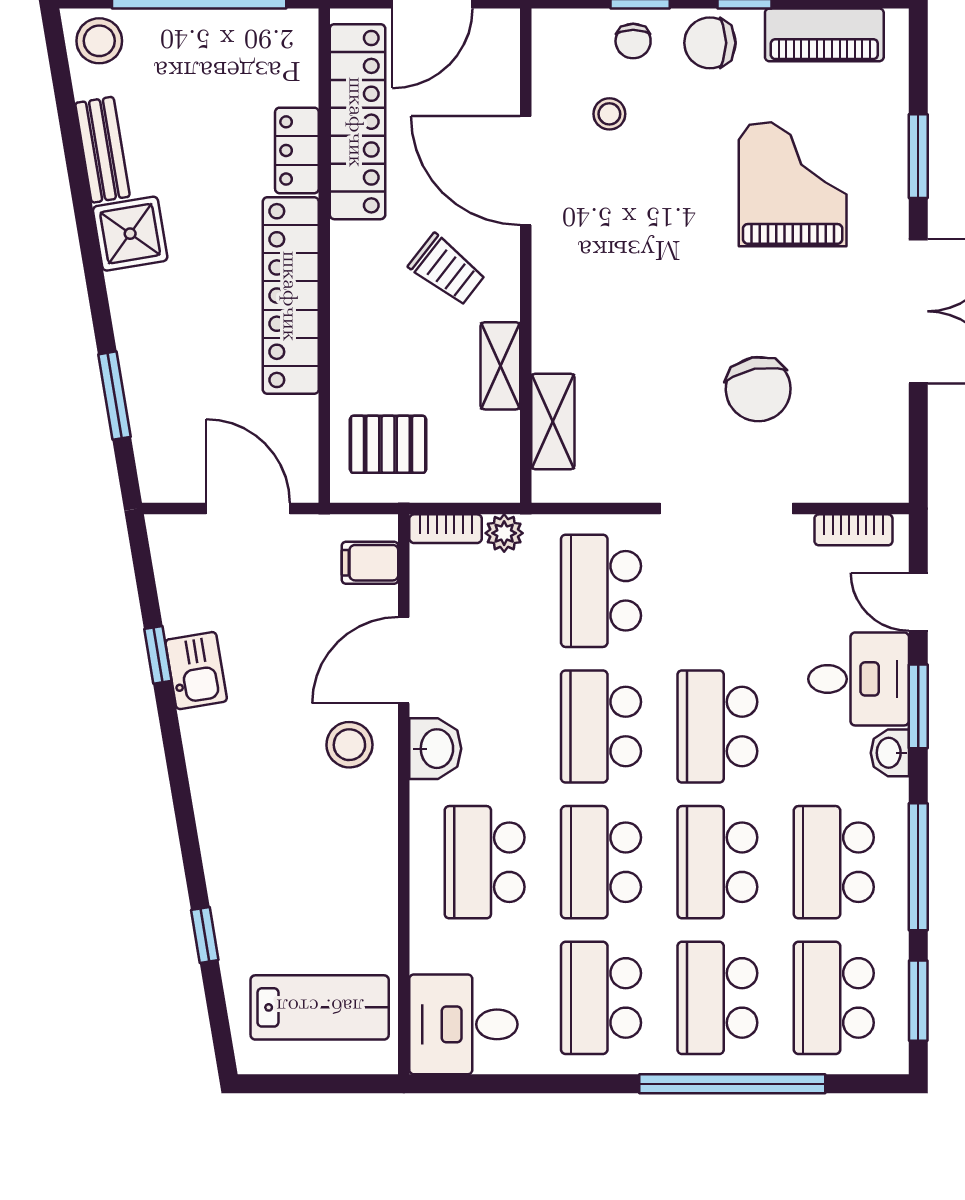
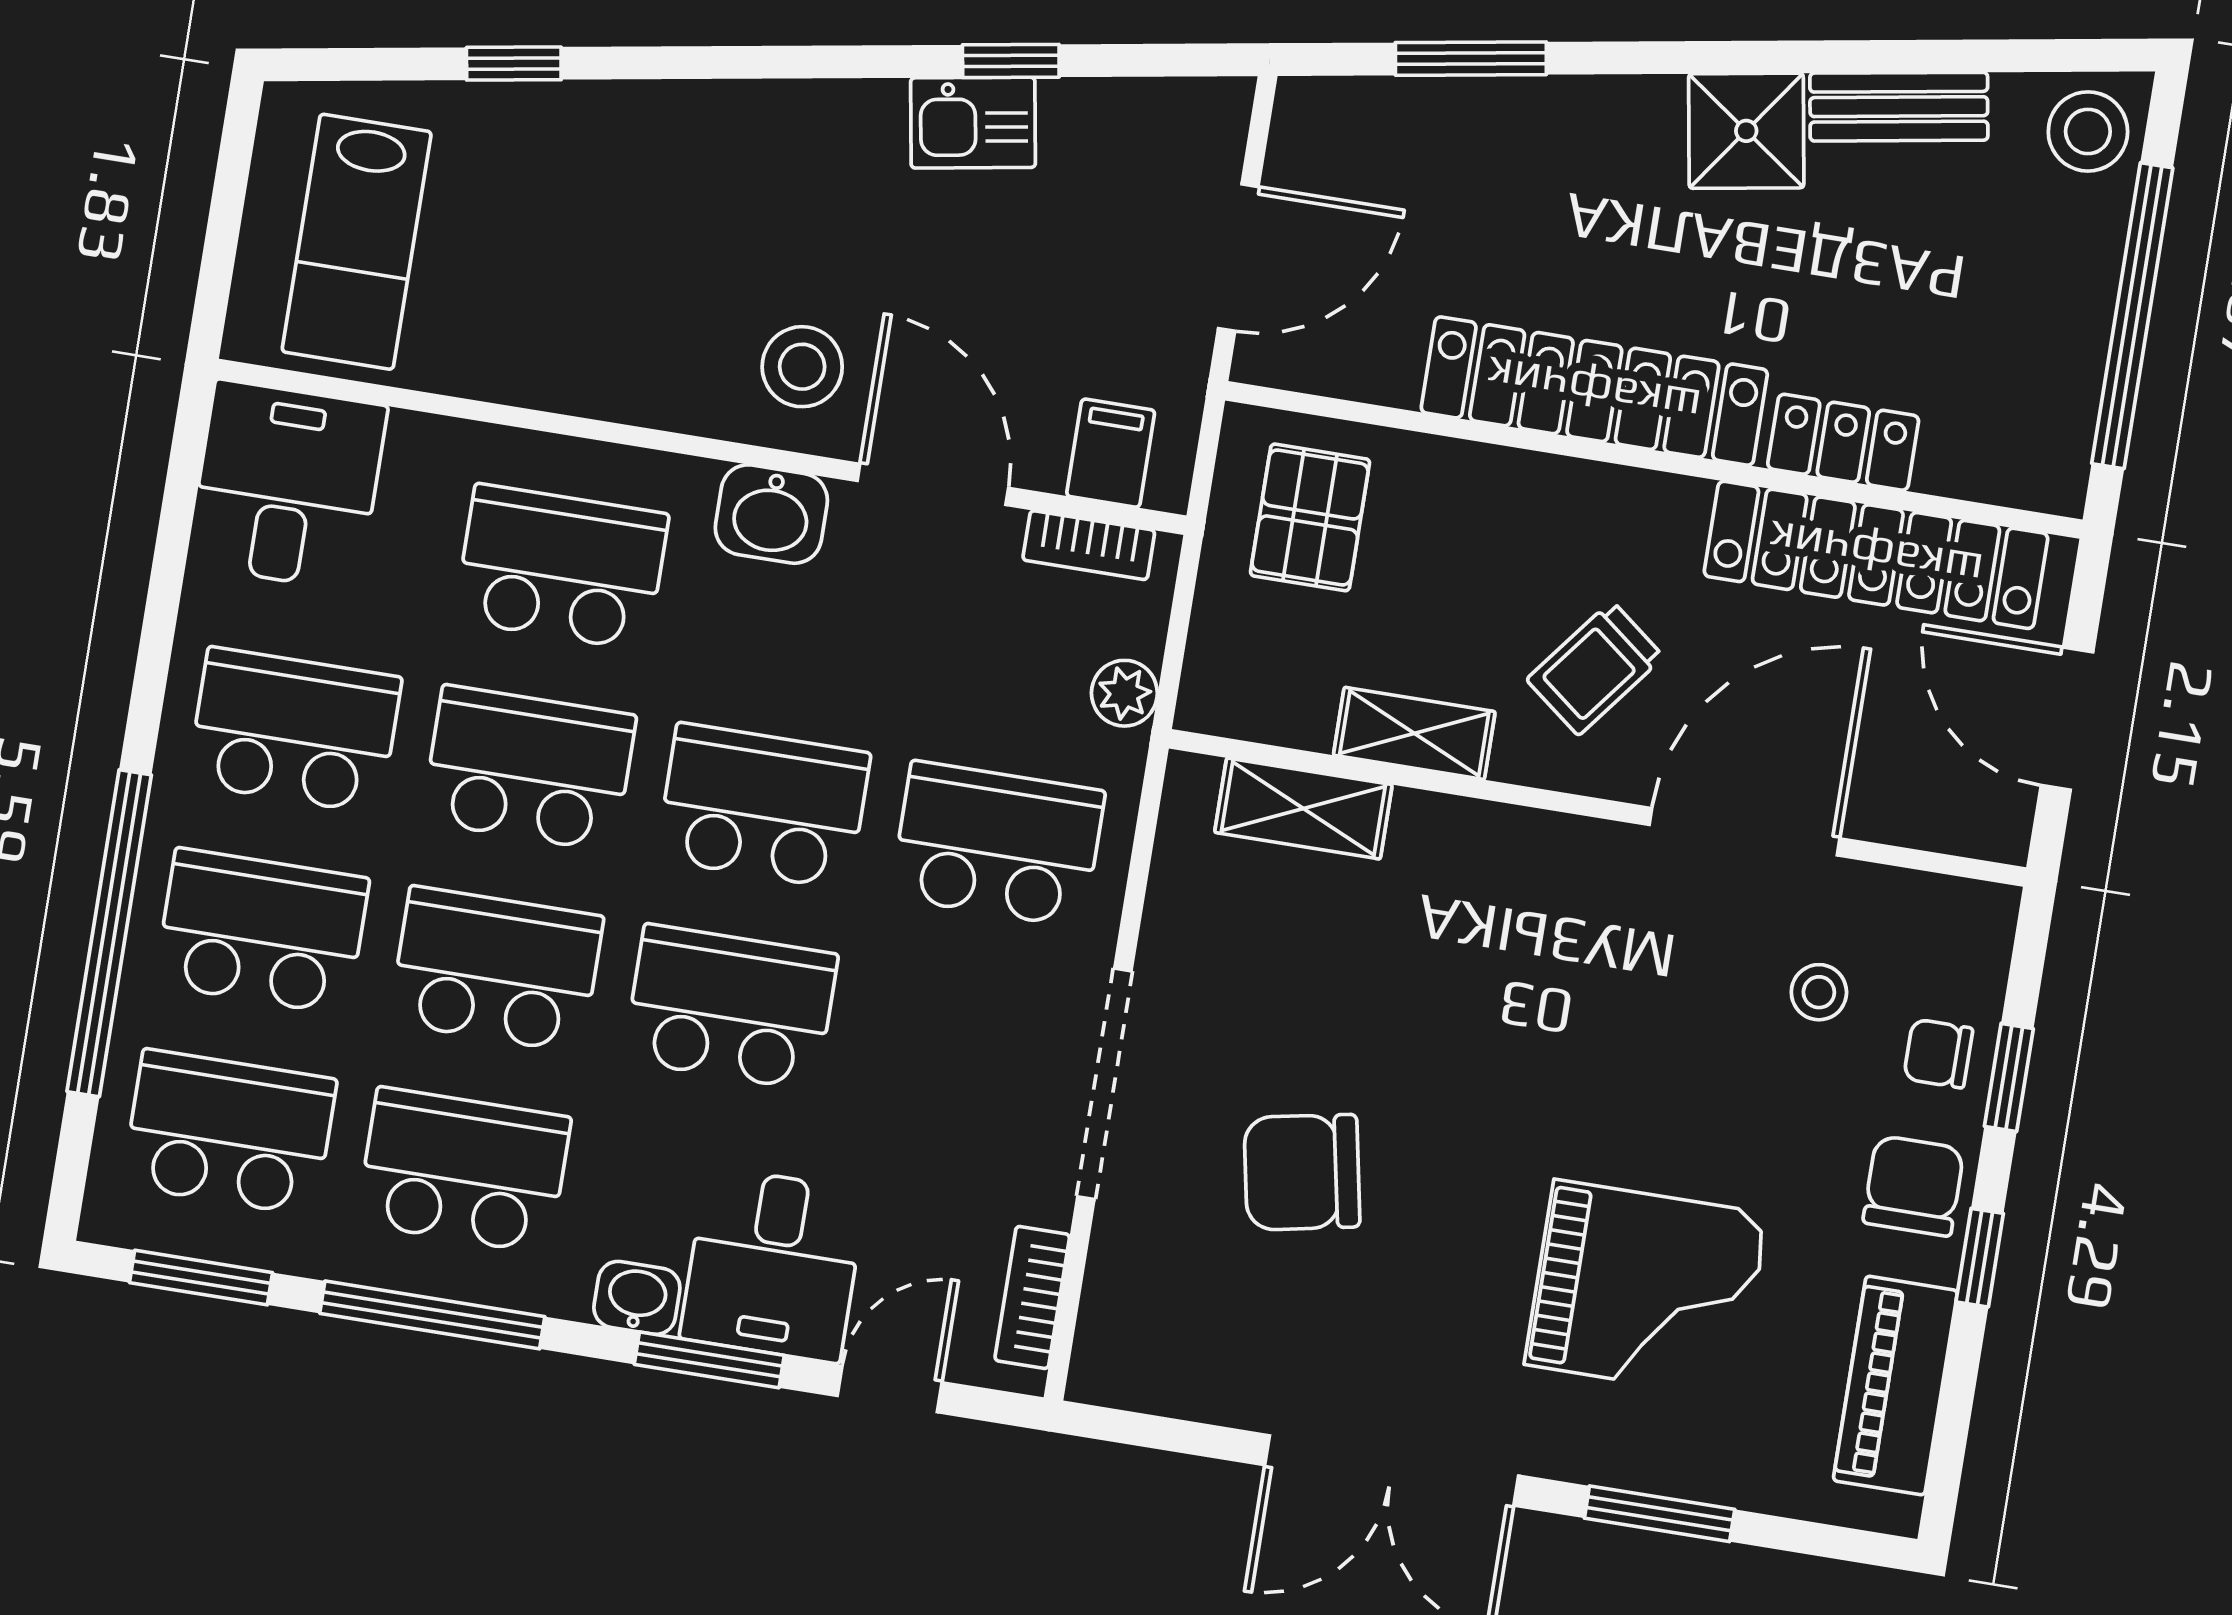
bookcase: (446, 529) -> (1089, 545), moved, turned -90

